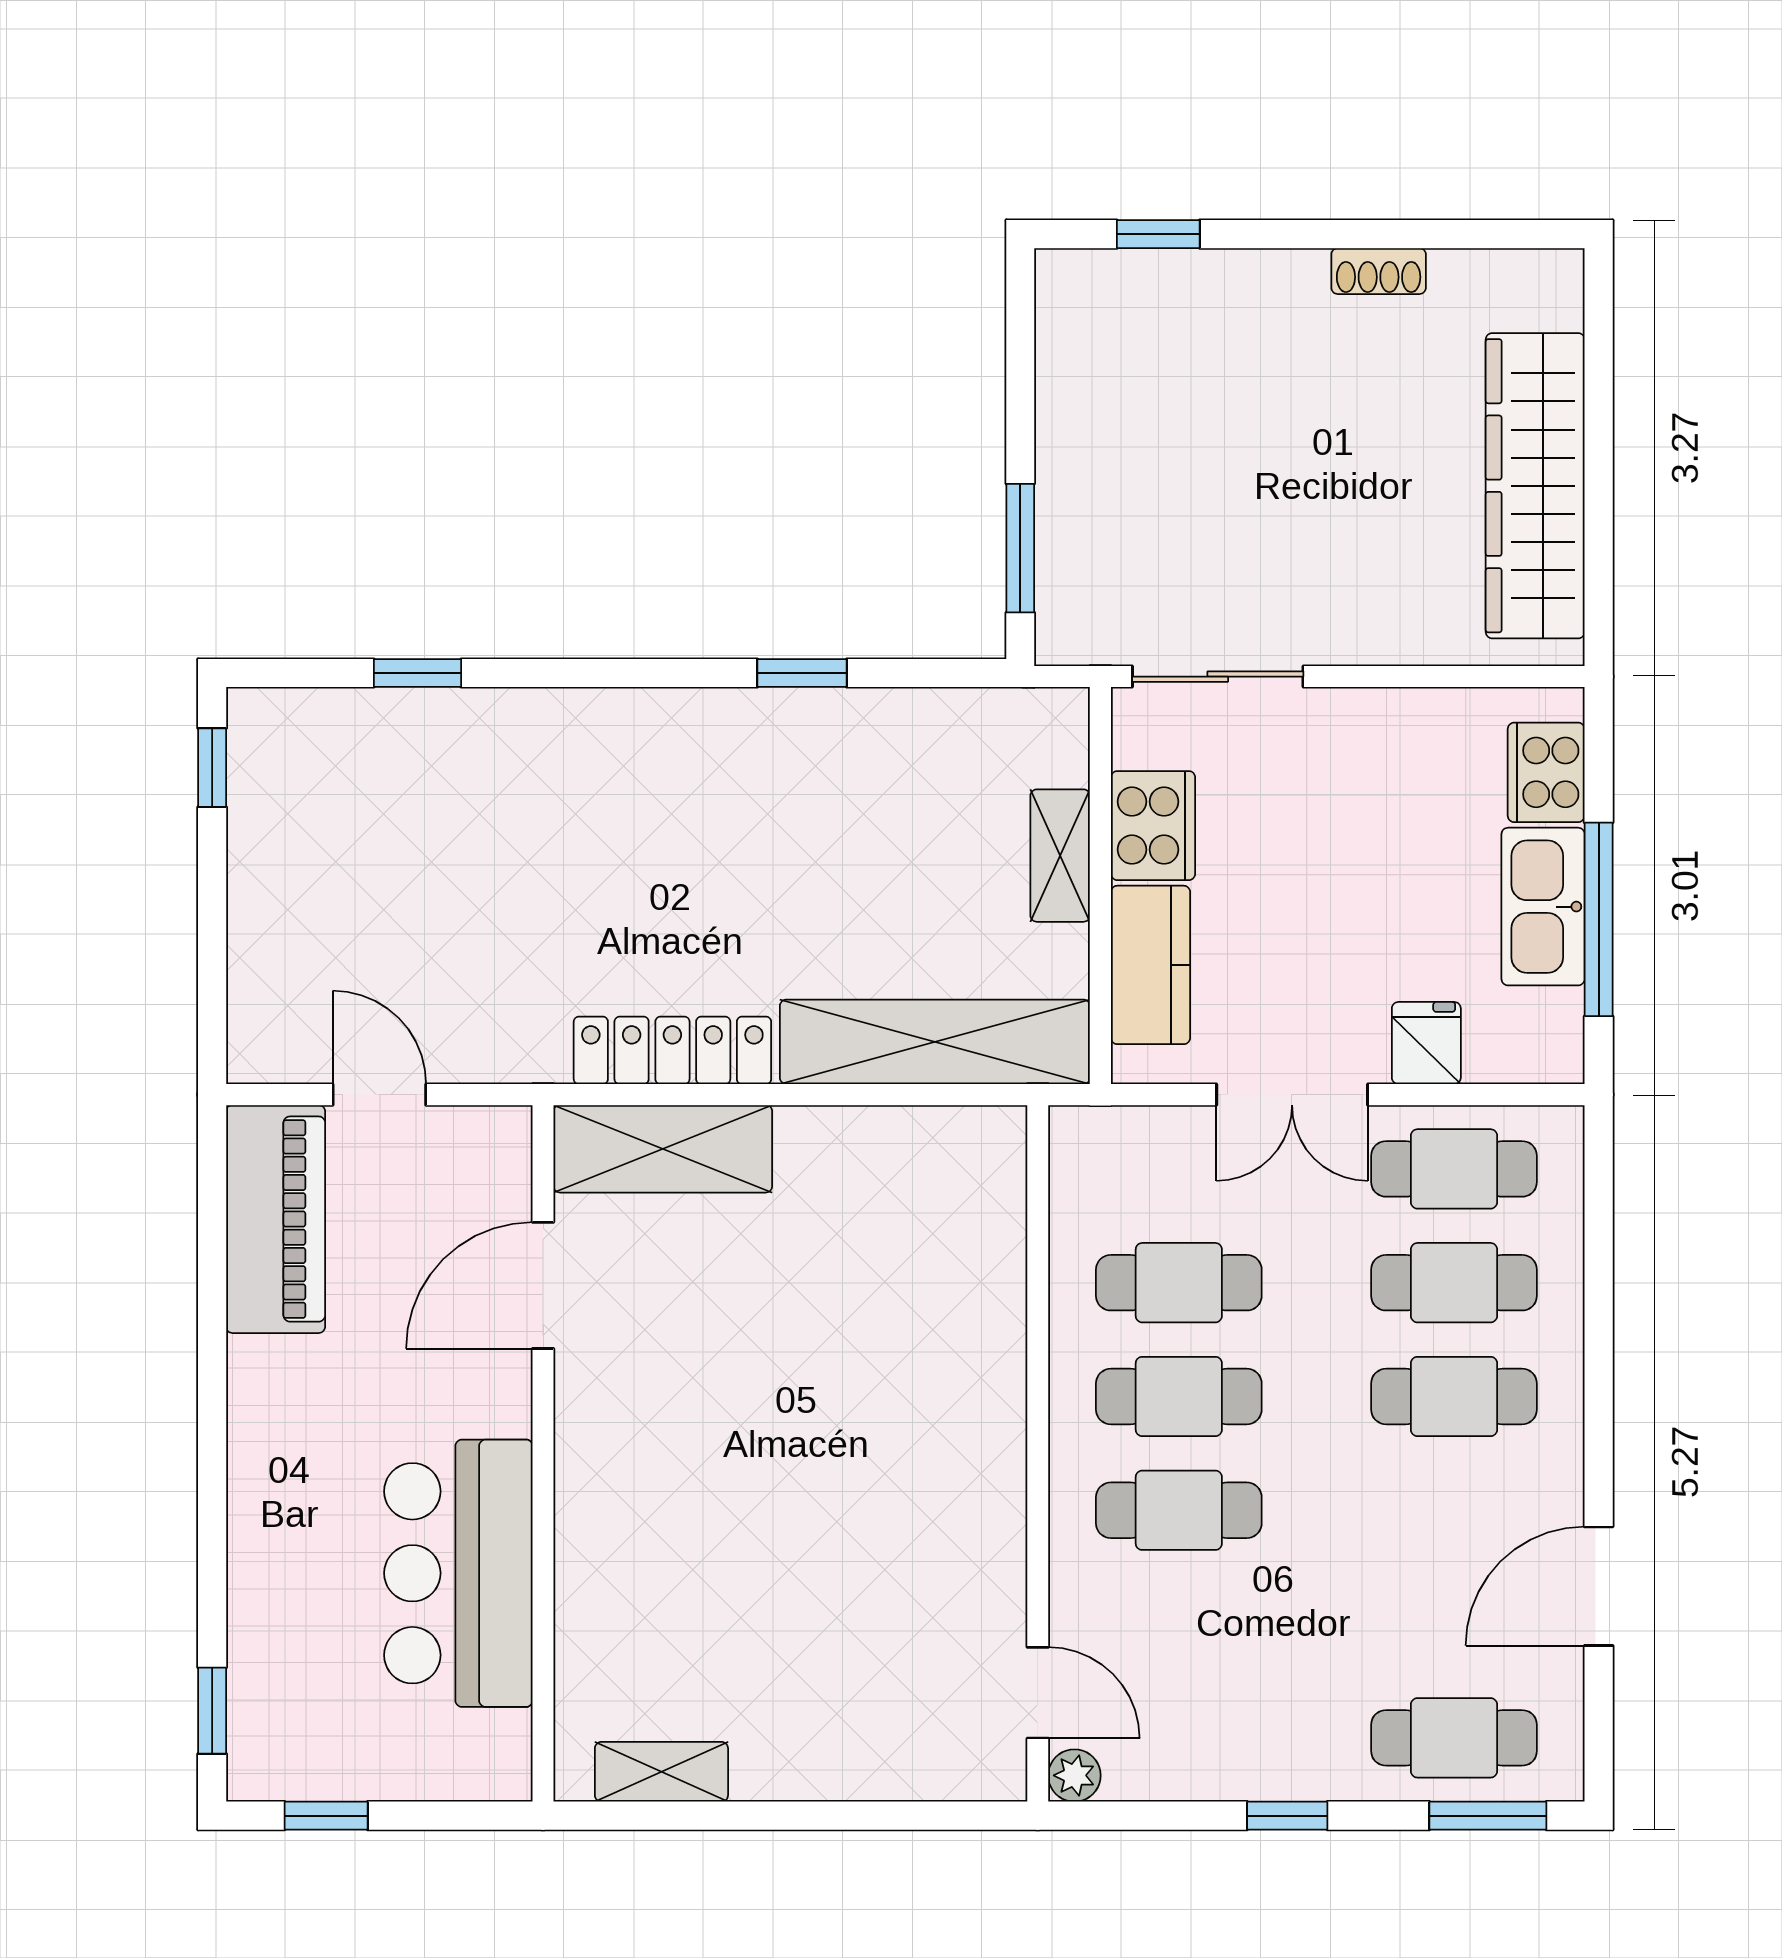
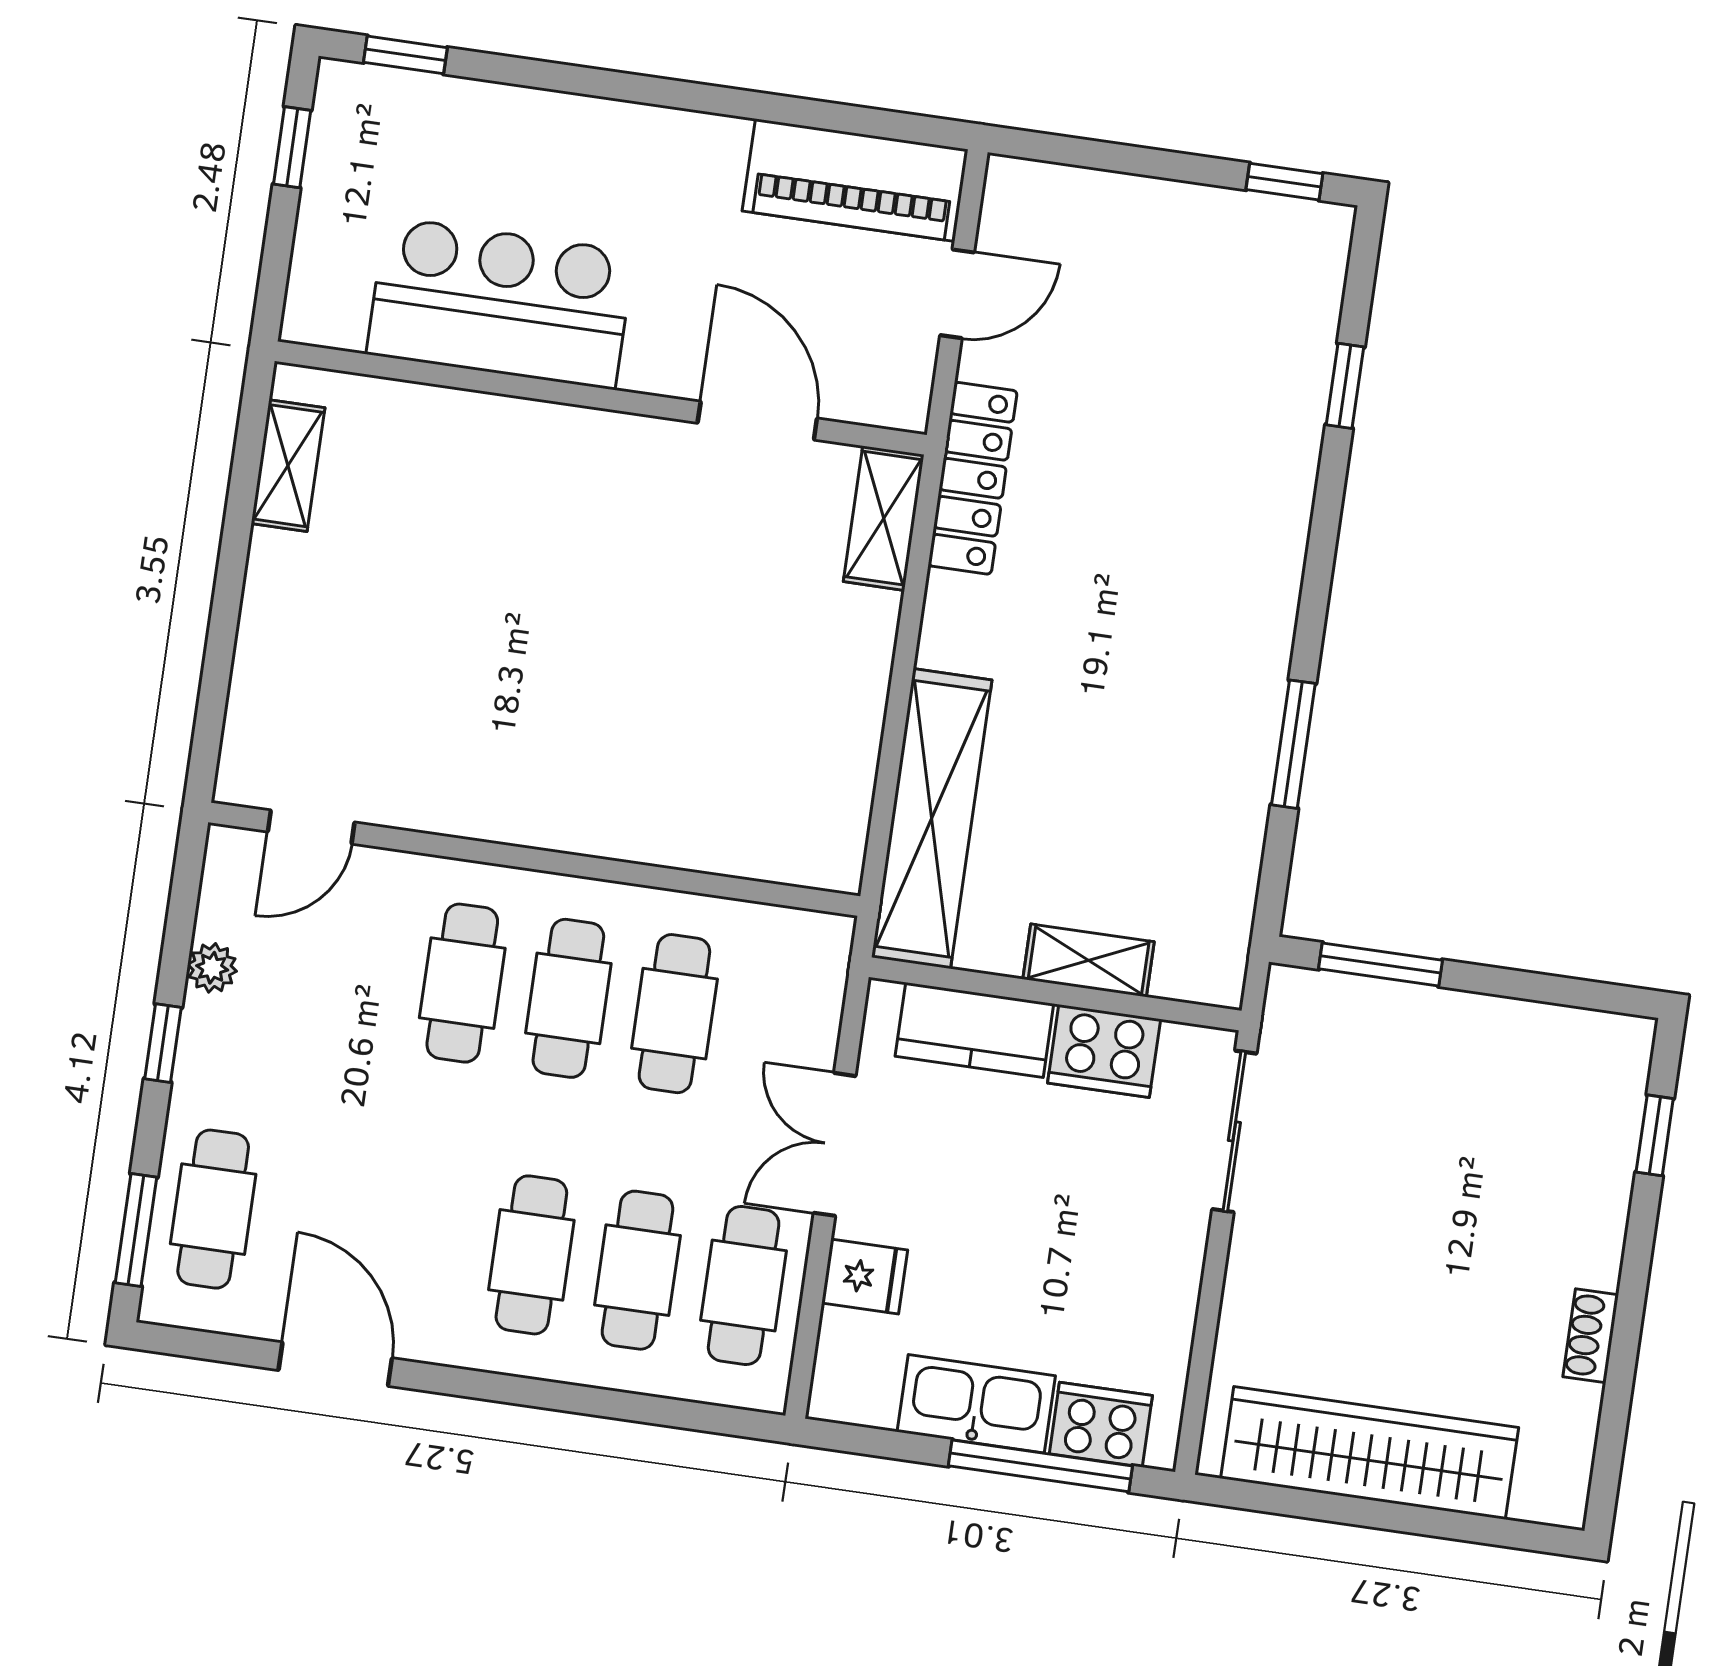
window: (802, 673) -> (1293, 744), width x1.50
window: (1599, 919) -> (1040, 1466), moved
locker: (672, 1050) -> (973, 478), moved
shelving: (663, 1149) -> (884, 518), width x0.67, depth x0.75
plant: (1074, 1775) -> (212, 968), moved

